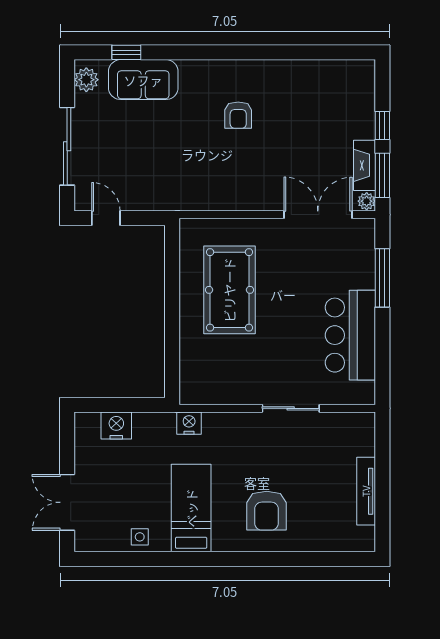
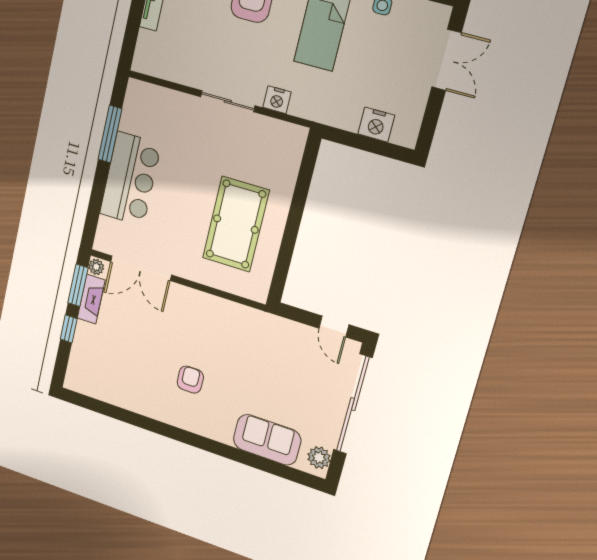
window: (126, 52) -> (276, 469), removed
sliding door: (67, 146) -> (353, 404), width x1.36
window: (382, 278) -> (110, 134), moved
bar counter: (350, 335) -> (130, 179), moved
sliding door: (291, 408) -> (228, 101), moved
nightstand: (189, 423) -> (277, 100), moved

